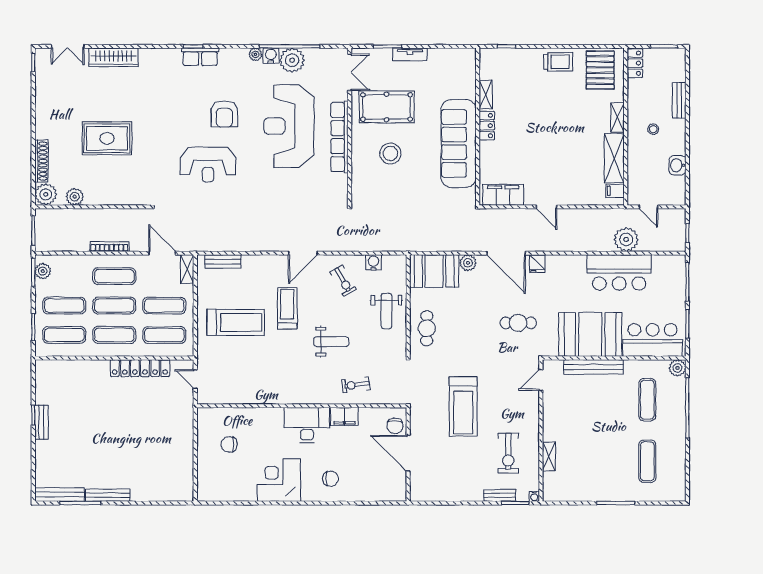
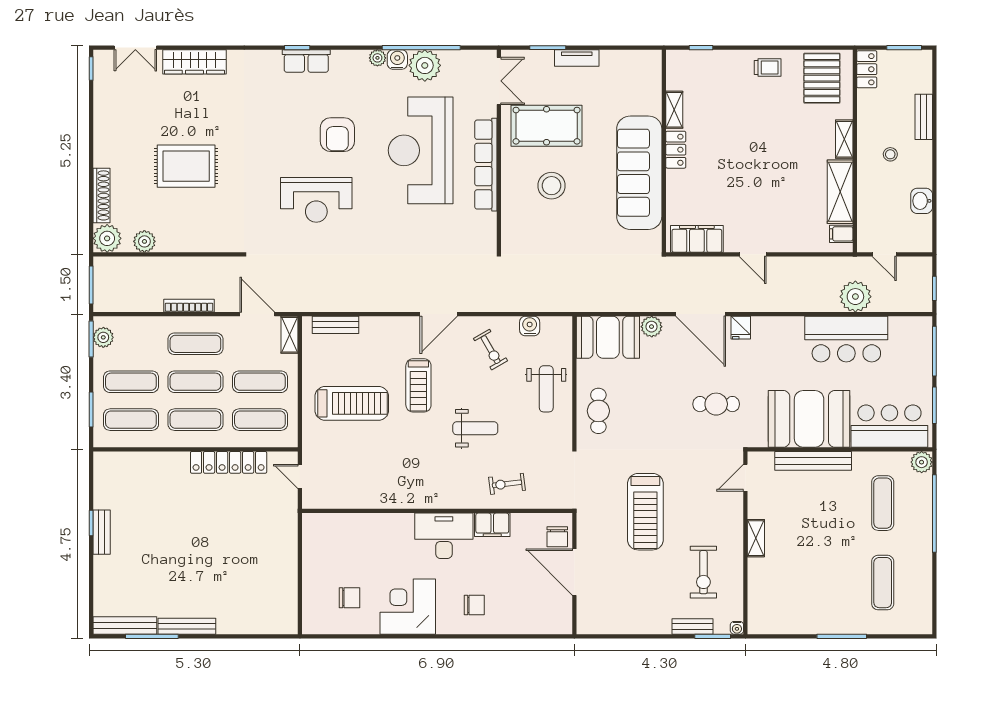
trolley: (558, 62) -> (768, 68), width x0.73, depth x0.72
treadmill: (287, 308) -> (418, 385), turned 180
chair: (229, 444) -> (349, 598), moved, turned 180
shelving: (549, 456) -> (756, 538), moved

